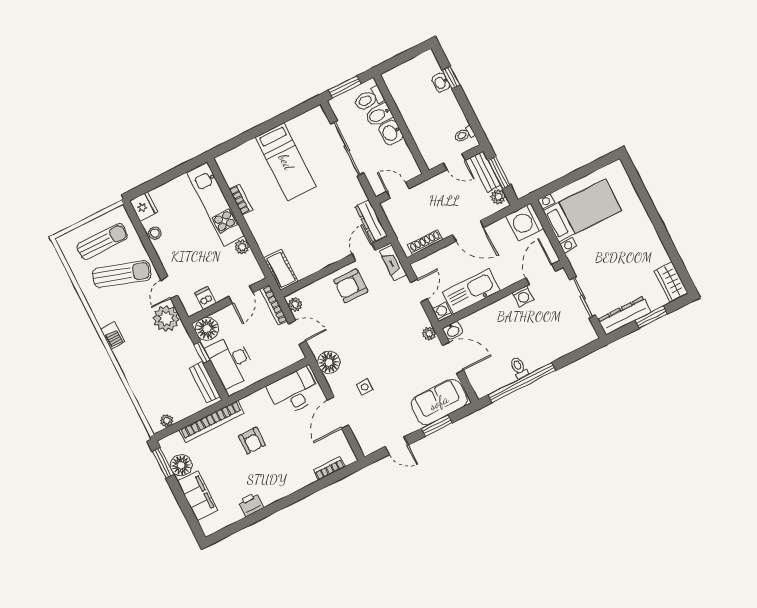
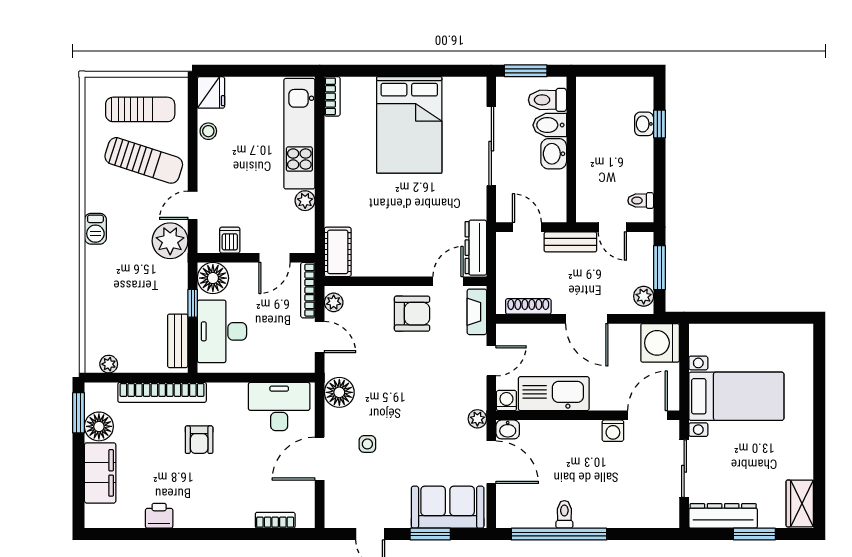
bed: (286, 162) -> (409, 125), width x1.50
bench: (485, 172) -> (570, 242), moved, turned 90
bookcase: (241, 200) -> (332, 96), moved
bed with nightstands: (582, 210) -> (736, 396), moved
armchair: (351, 286) -> (412, 314), turned 180

